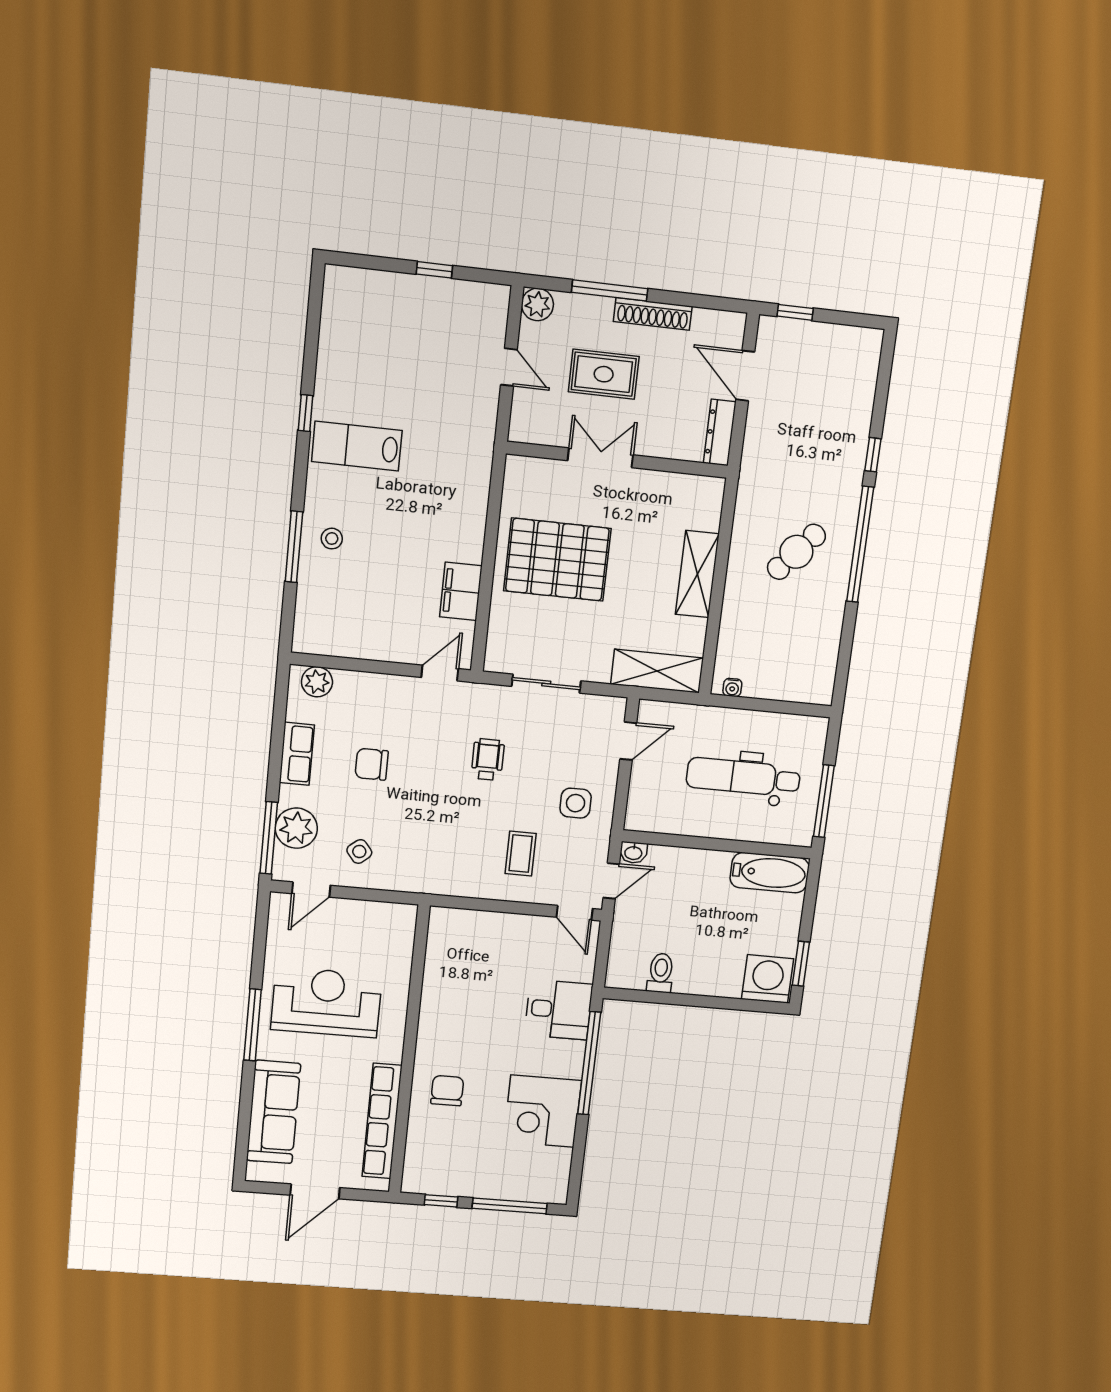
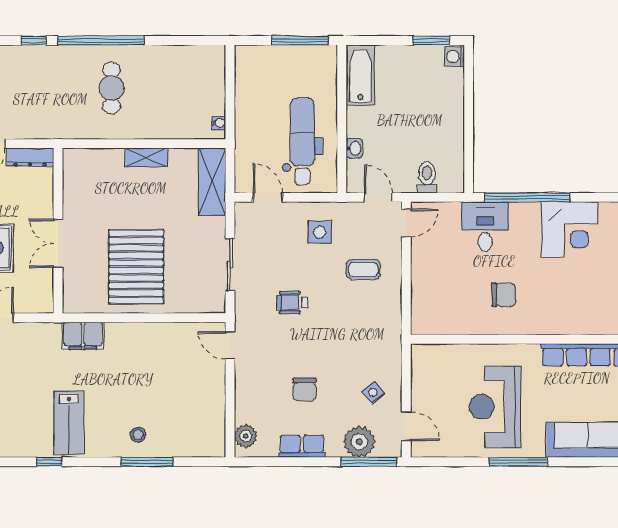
cafe table: (796, 552) -> (112, 88), turned 49
shelving: (697, 574) -> (147, 157), width x0.67, depth x0.75
filing cabinet: (461, 591) -> (83, 336), moved
dental chair: (743, 777) -> (303, 142), moved, turned 180
washbasin: (633, 853) -> (354, 148), moved
toilet: (661, 973) -> (427, 177), moved, turned 90
washing machine: (768, 979) -> (455, 57), width x0.53, depth x0.53
chair: (447, 1091) -> (504, 295), moved, turned 180

